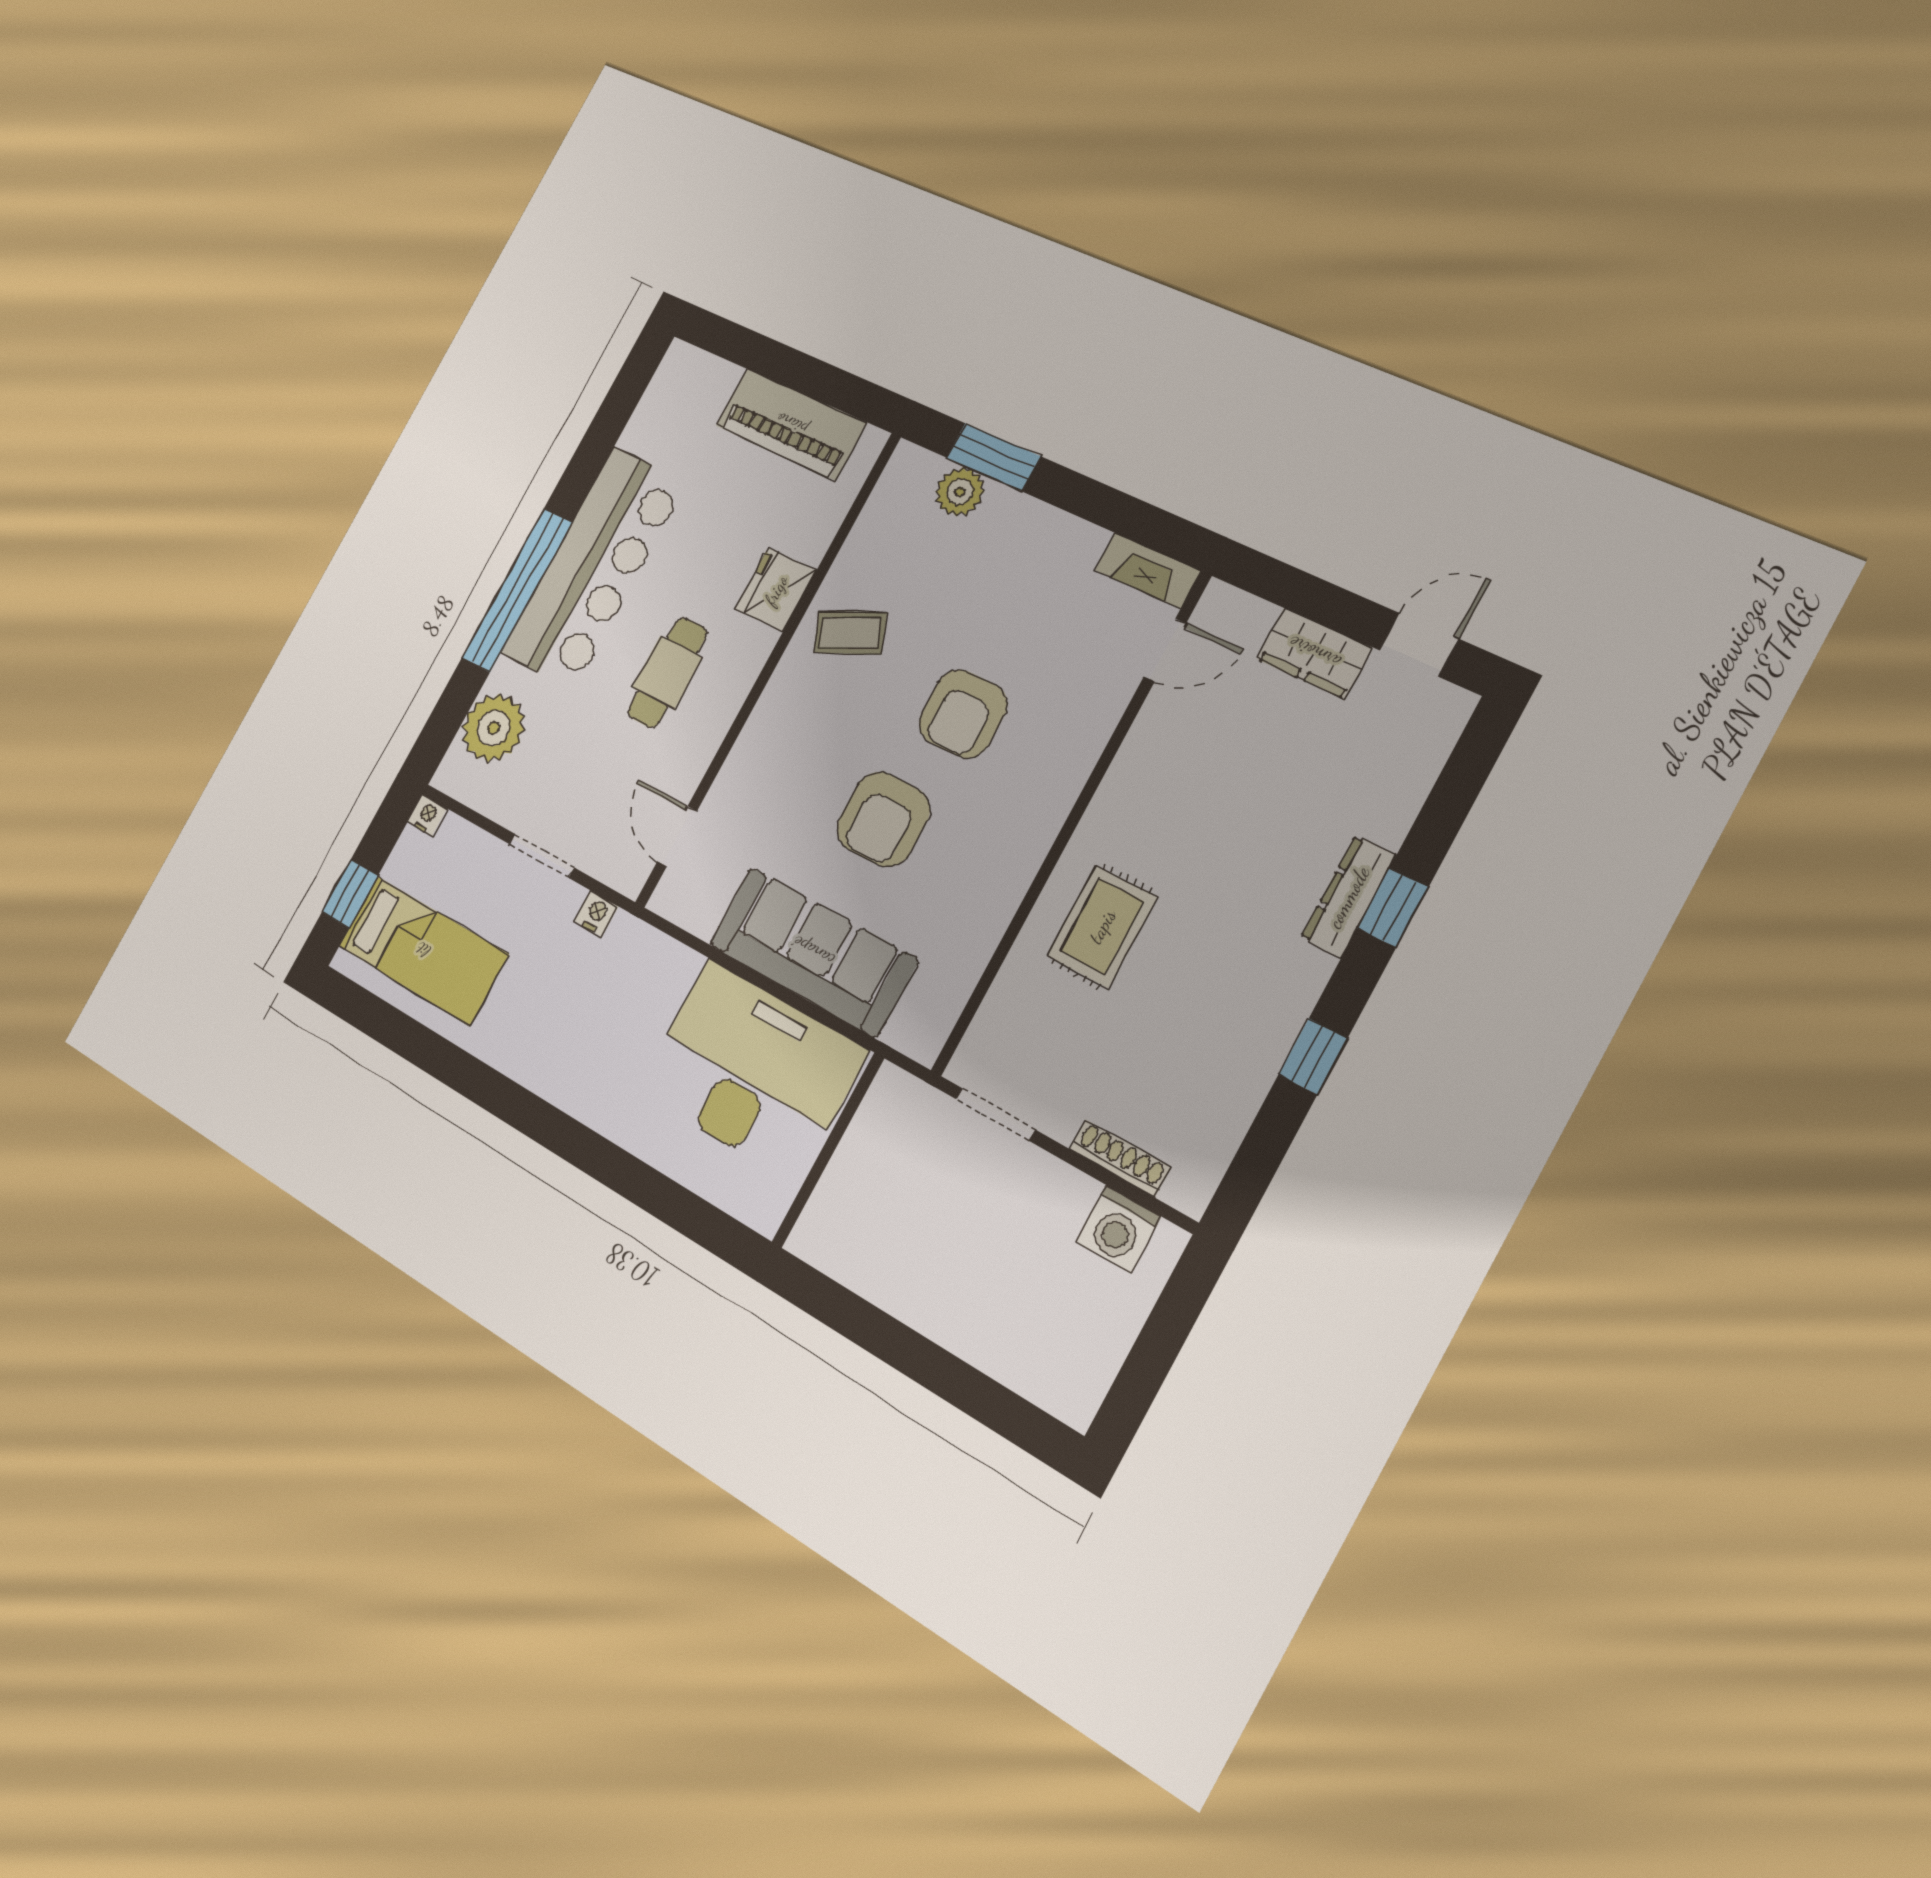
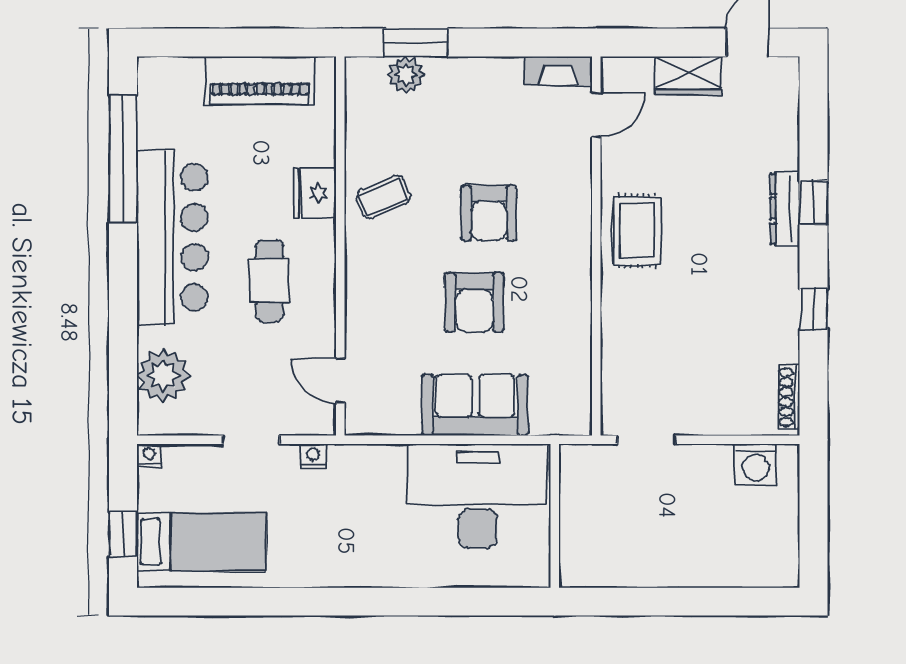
window: (517, 590) -> (123, 159), moved
rug: (1102, 926) -> (637, 231), moved
sofa: (813, 952) -> (475, 405), width x0.73
shoe rack: (1120, 1158) -> (789, 397), moved, turned -90

